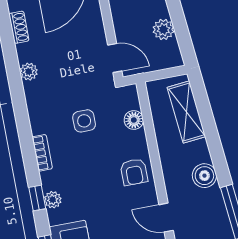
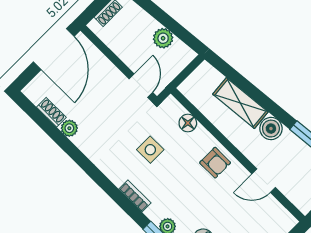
door: (115, 58) -> (141, 86), hinge flipped
plant: (29, 72) -> (69, 128), moved
shelving: (186, 112) -> (240, 103), moved

